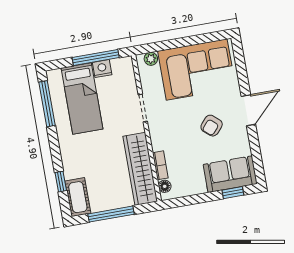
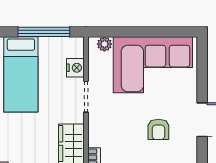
nightstand: (102, 69) -> (75, 68), moved, turned 90
armchair: (212, 126) -> (158, 129), turned -41

